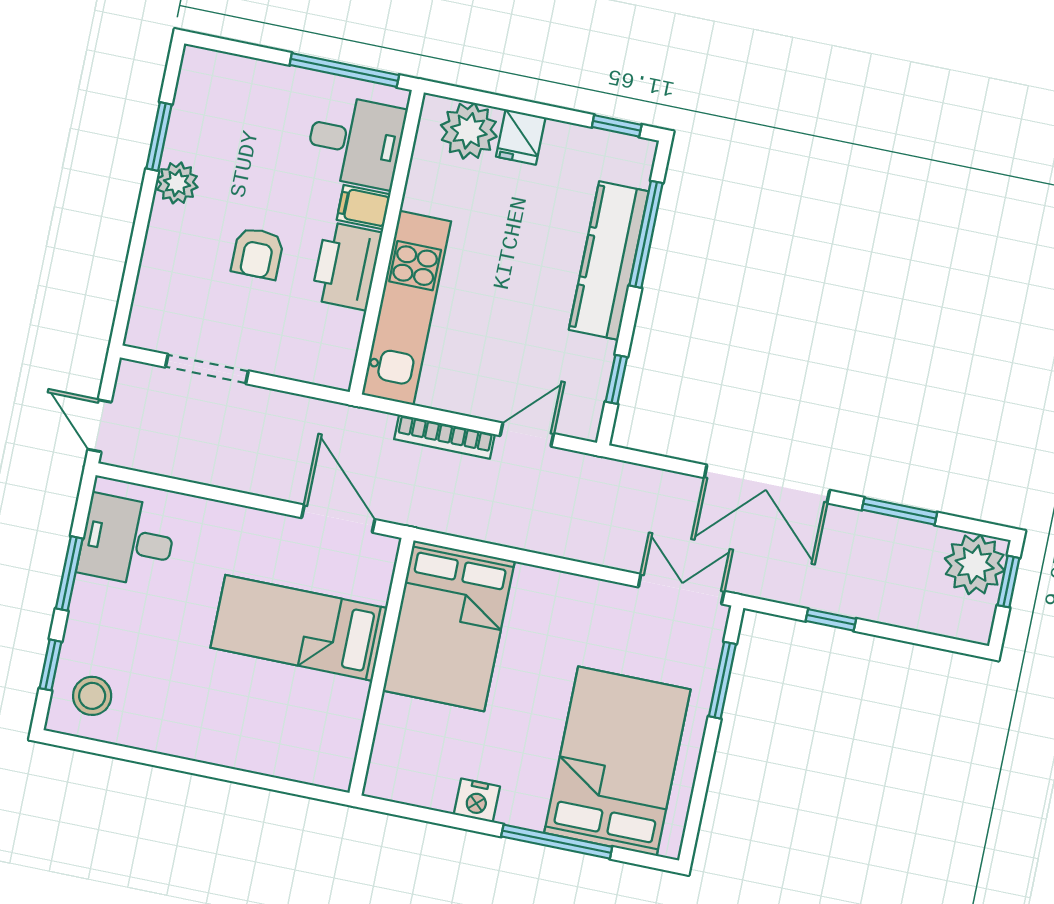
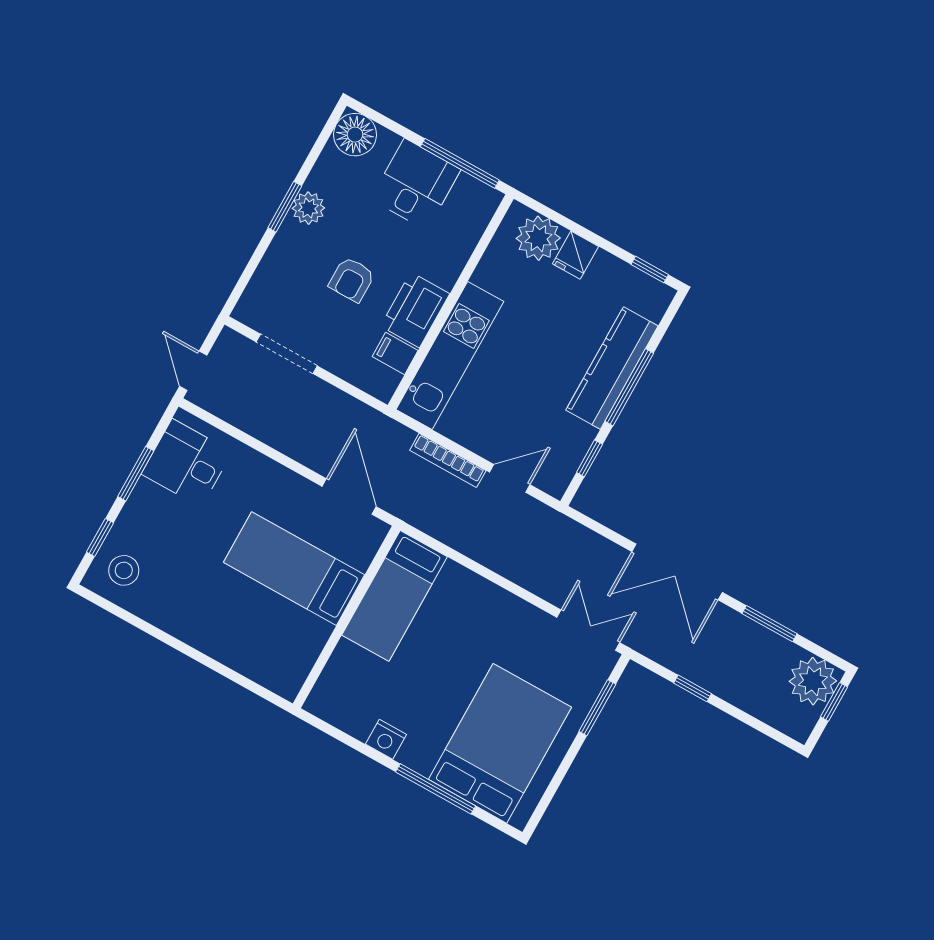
floor lamp: (205, 75) -> (355, 135), added
window: (159, 137) -> (285, 207), moved
desk: (355, 141) -> (416, 184), moved, turned -90
filing cabinet: (364, 207) -> (395, 353), moved
window: (646, 234) -> (629, 387), moved
bed: (449, 626) -> (395, 596), width x0.67

